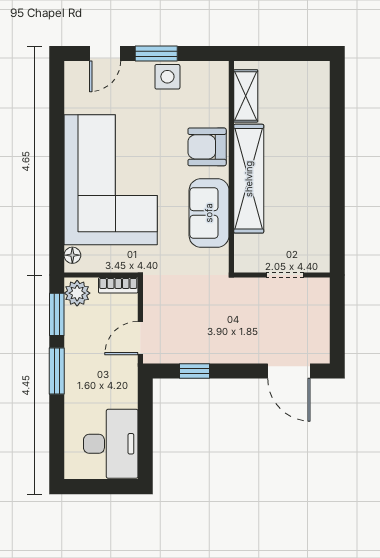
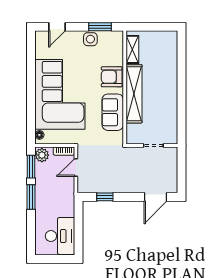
window: (156, 54) -> (100, 27), moved
door: (140, 338) -> (76, 167), moved
door: (289, 371) -> (156, 197), hinge flipped

